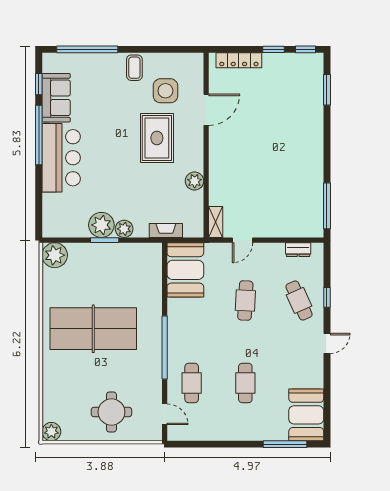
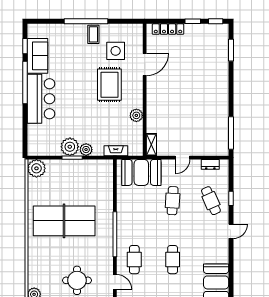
window: (87, 49) -> (86, 21), moved
door: (243, 240) -> (182, 158), moved
booth: (185, 270) -> (141, 172), moved, turned 90

